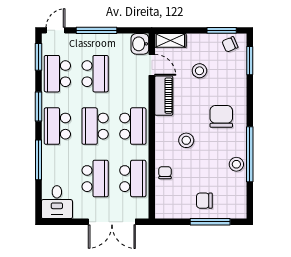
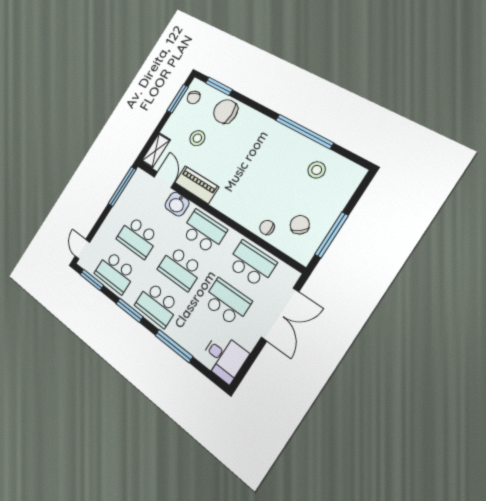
window: (96, 30) -> (122, 187), moved
washbasin: (140, 44) -> (177, 204), moved
door: (152, 65) -> (164, 180), hinge flipped
school desk: (95, 74) -> (138, 237), turned 180
chair: (221, 116) -> (226, 111), moved
stool: (186, 140) -> (250, 187), removed
stool: (236, 164) -> (317, 170), moved
chair: (204, 201) -> (300, 225), moved, turned 143
window: (210, 222) -> (332, 235), moved

